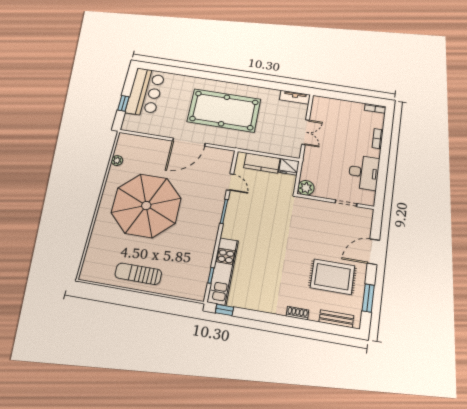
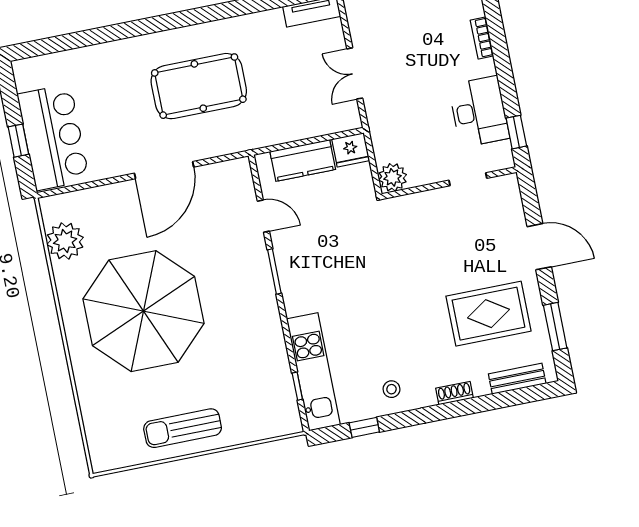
bar counter: (145, 92) -> (53, 137), moved
pool table: (224, 110) -> (199, 86), width x0.73, depth x0.76
double door: (305, 132) -> (355, 73), swing flipped
plant: (117, 161) -> (65, 241), width x1.87, depth x1.87
window: (380, 189) -> (516, 132), added
door: (373, 252) -> (539, 247), swing flipped
stool: (263, 297) -> (392, 389), added
window: (224, 310) -> (364, 427), moved

